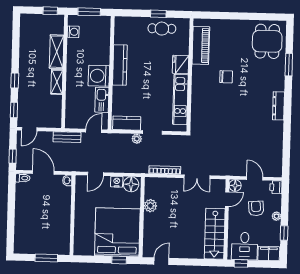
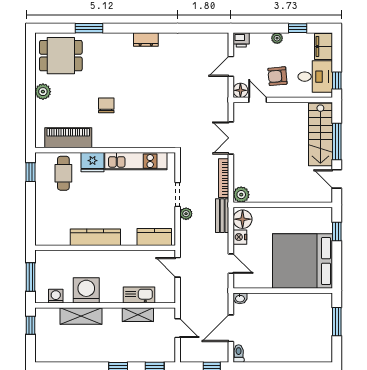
window: (158, 14) -> (31, 172), moved
plant: (239, 26) -> (43, 92), added
cafe table: (162, 29) -> (63, 173), moved
washing machine: (99, 76) -> (86, 290), moved, turned 180
shelving: (57, 82) -> (138, 315), moved
kitchen sink: (102, 100) -> (139, 295), moved, turned 180
dresser: (278, 106) -> (146, 39), width x0.70
kitchen counter: (127, 123) -> (154, 237), moved, turned 90
door: (29, 129) -> (178, 328), moved
bench: (67, 137) -> (222, 216), moved
double door: (197, 177) -> (231, 138), swing flipped
plant: (150, 206) -> (241, 195), moved
armchair: (256, 208) -> (277, 76), moved
bed: (117, 232) -> (302, 261), moved
stairs: (215, 234) -> (320, 135), moved, turned 90
window: (192, 262) -> (337, 142), added

